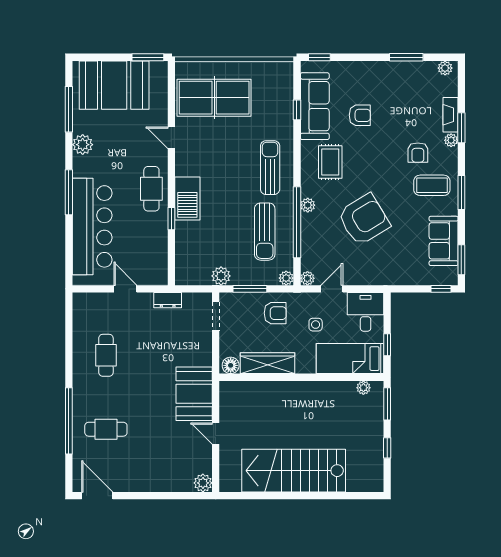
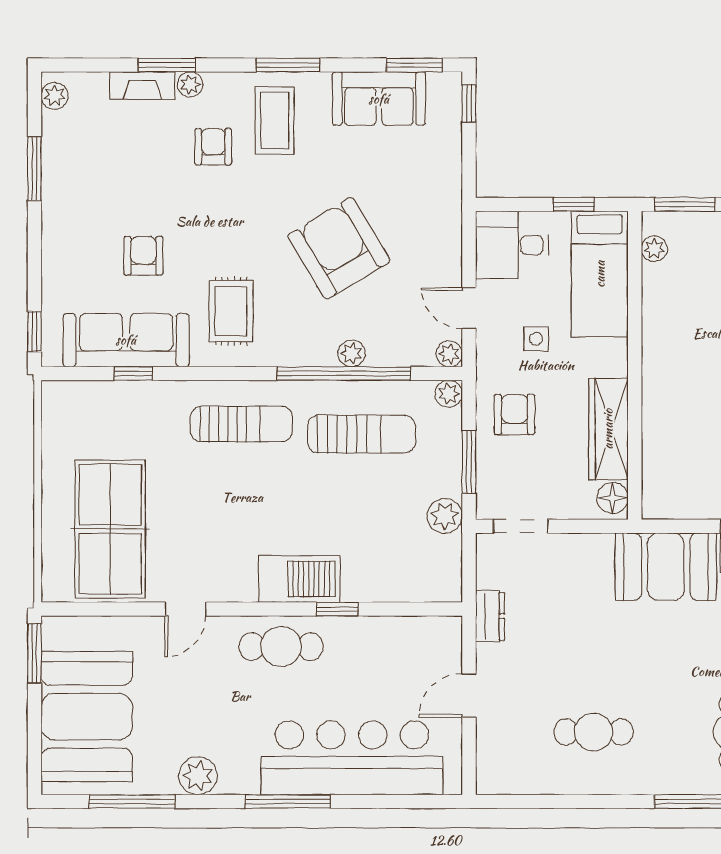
armchair: (418, 153) -> (213, 147), turned -90
rug: (330, 162) -> (231, 311), turned 90
sun lounger: (270, 168) -> (241, 424), turned 180
plant: (308, 205) -> (352, 353), moved

